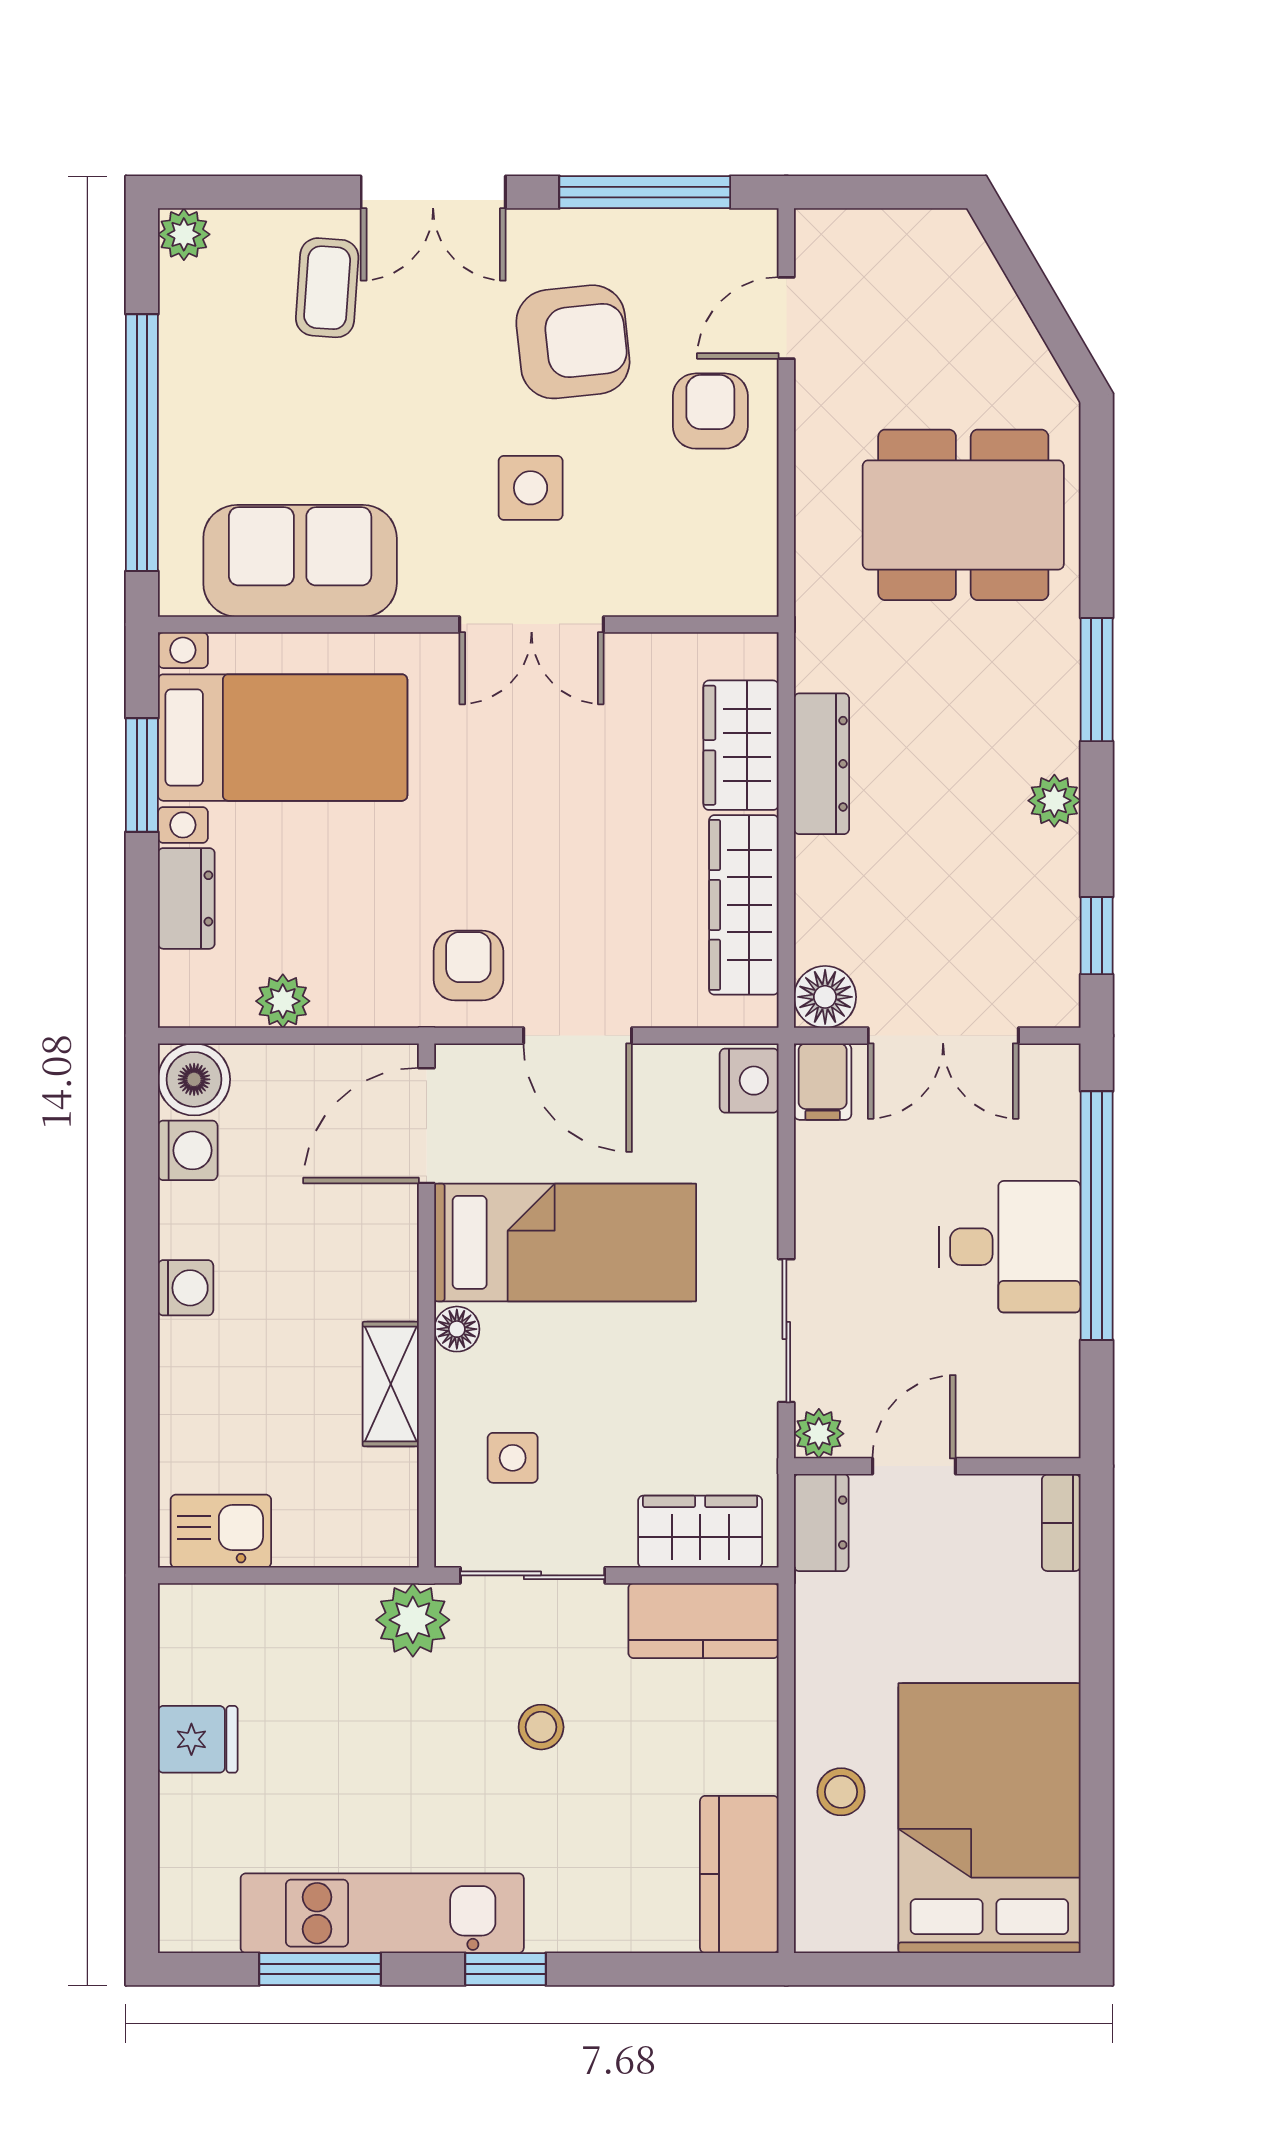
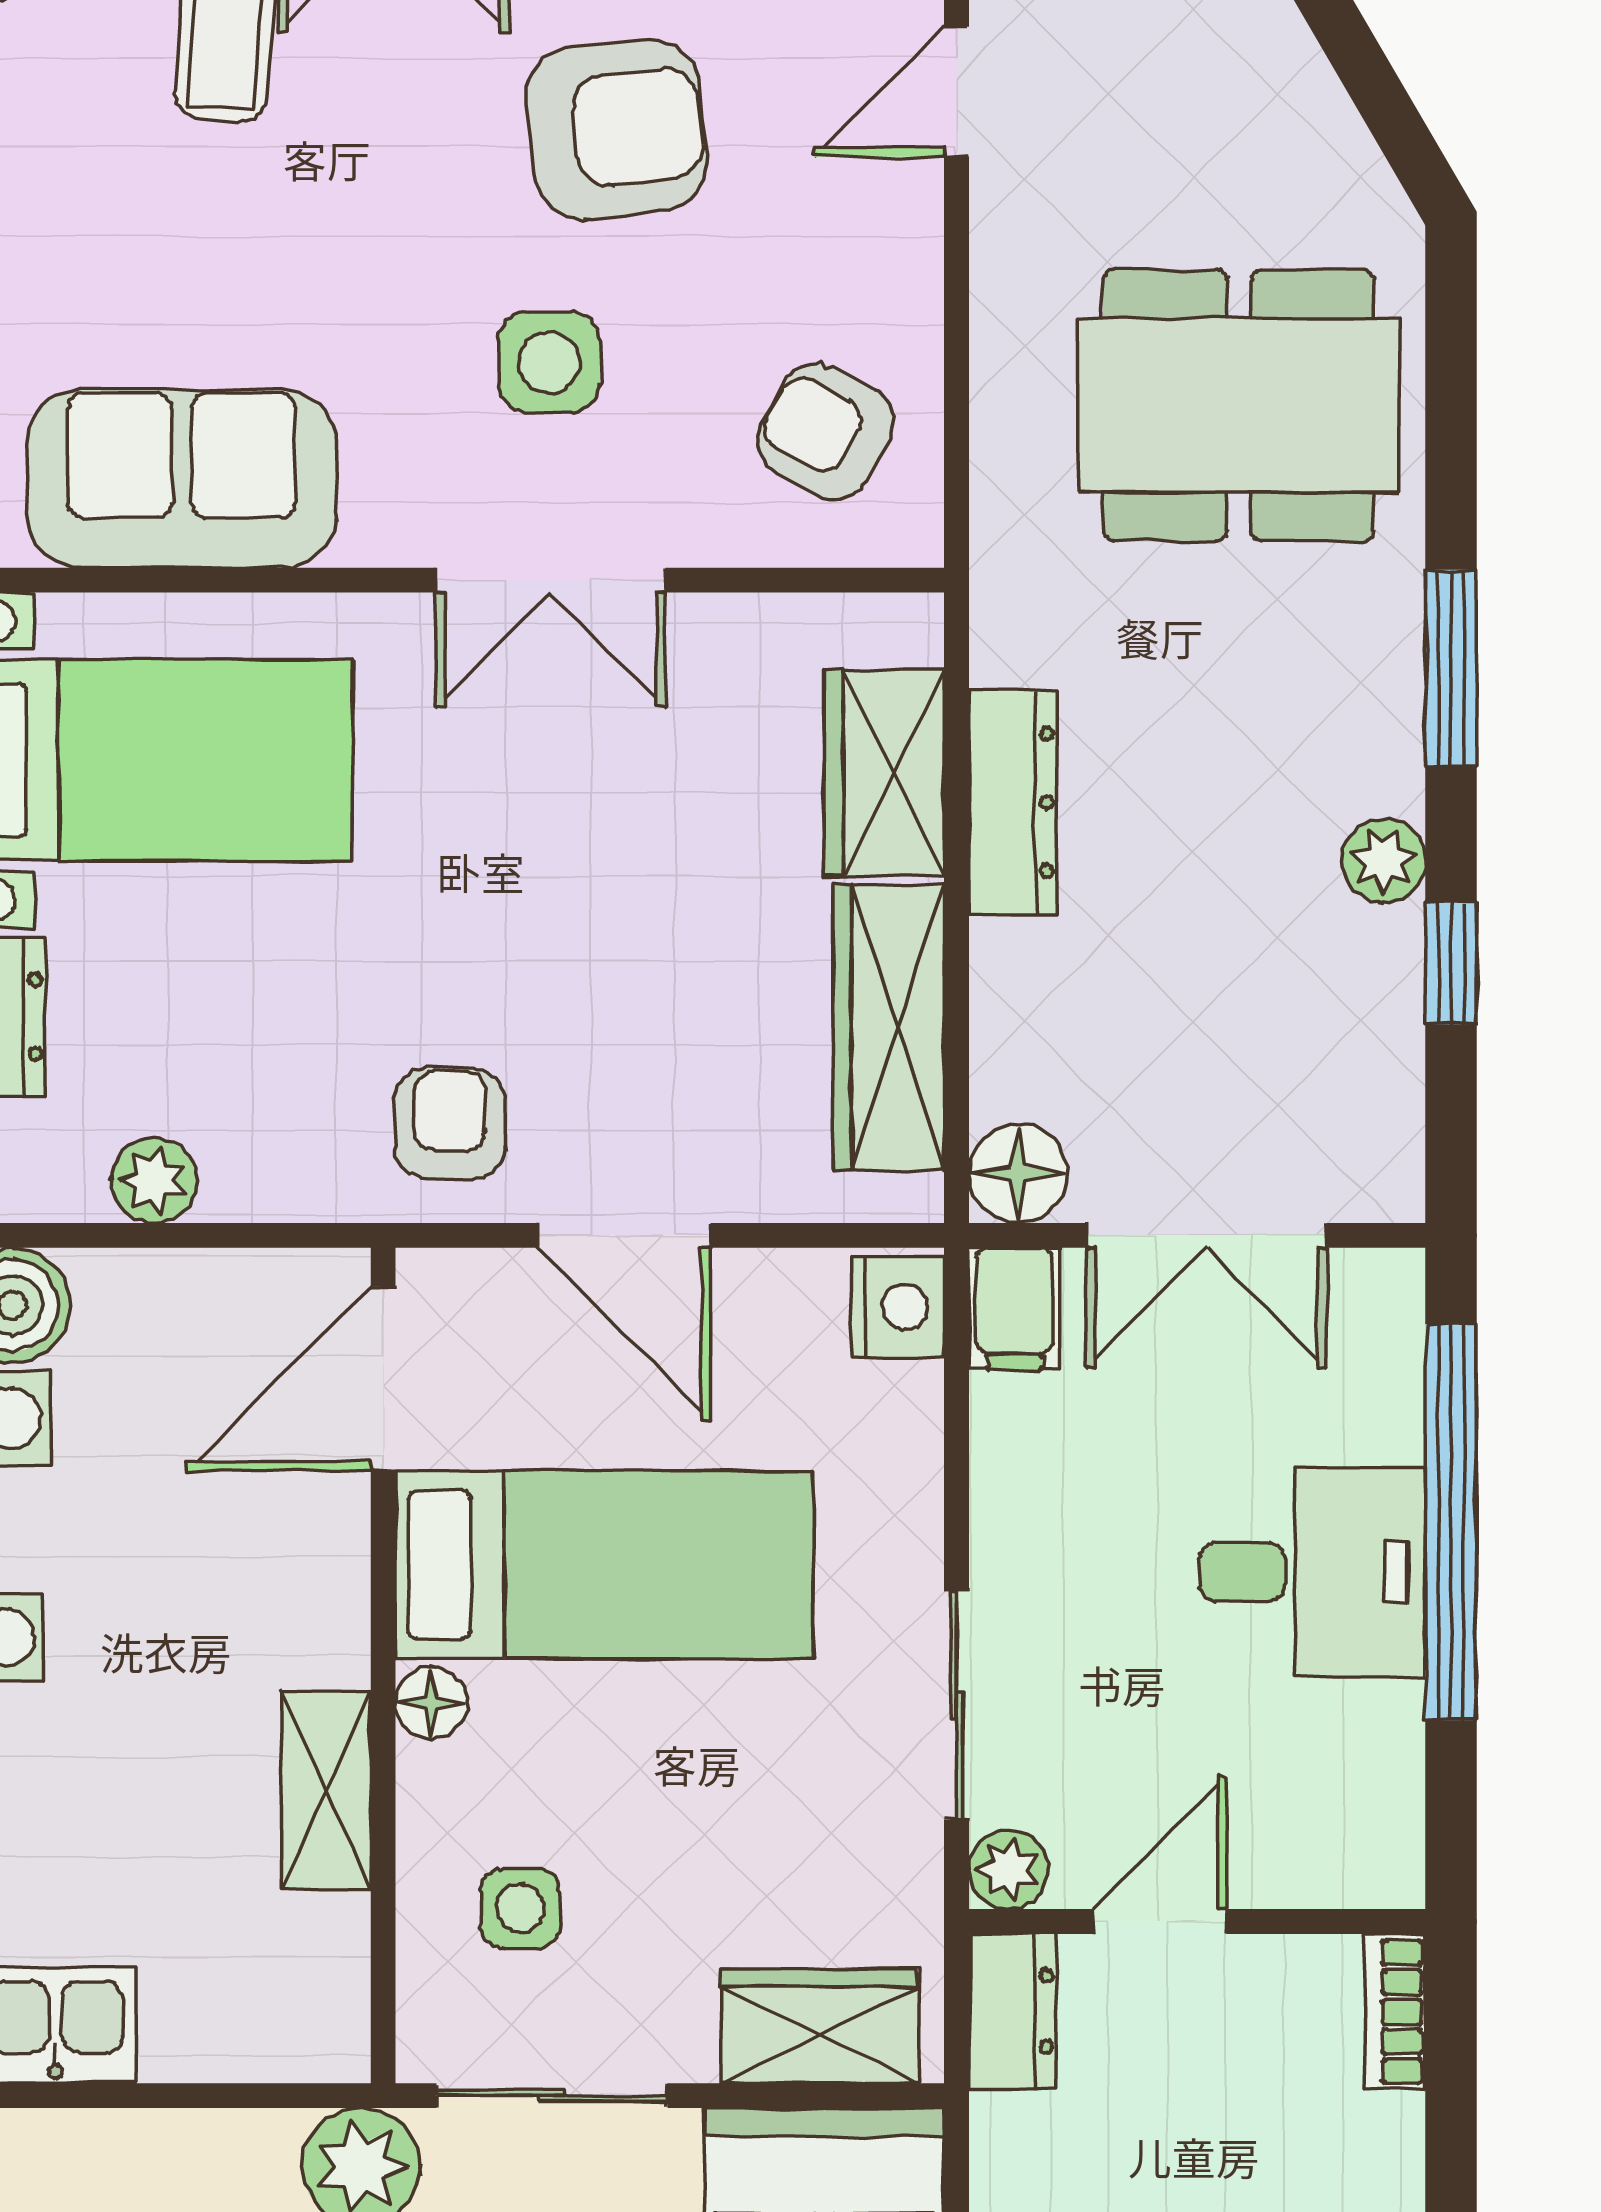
armchair: (710, 411) -> (826, 431), moved, turned -62
window: (1097, 936) -> (1451, 963), moved

